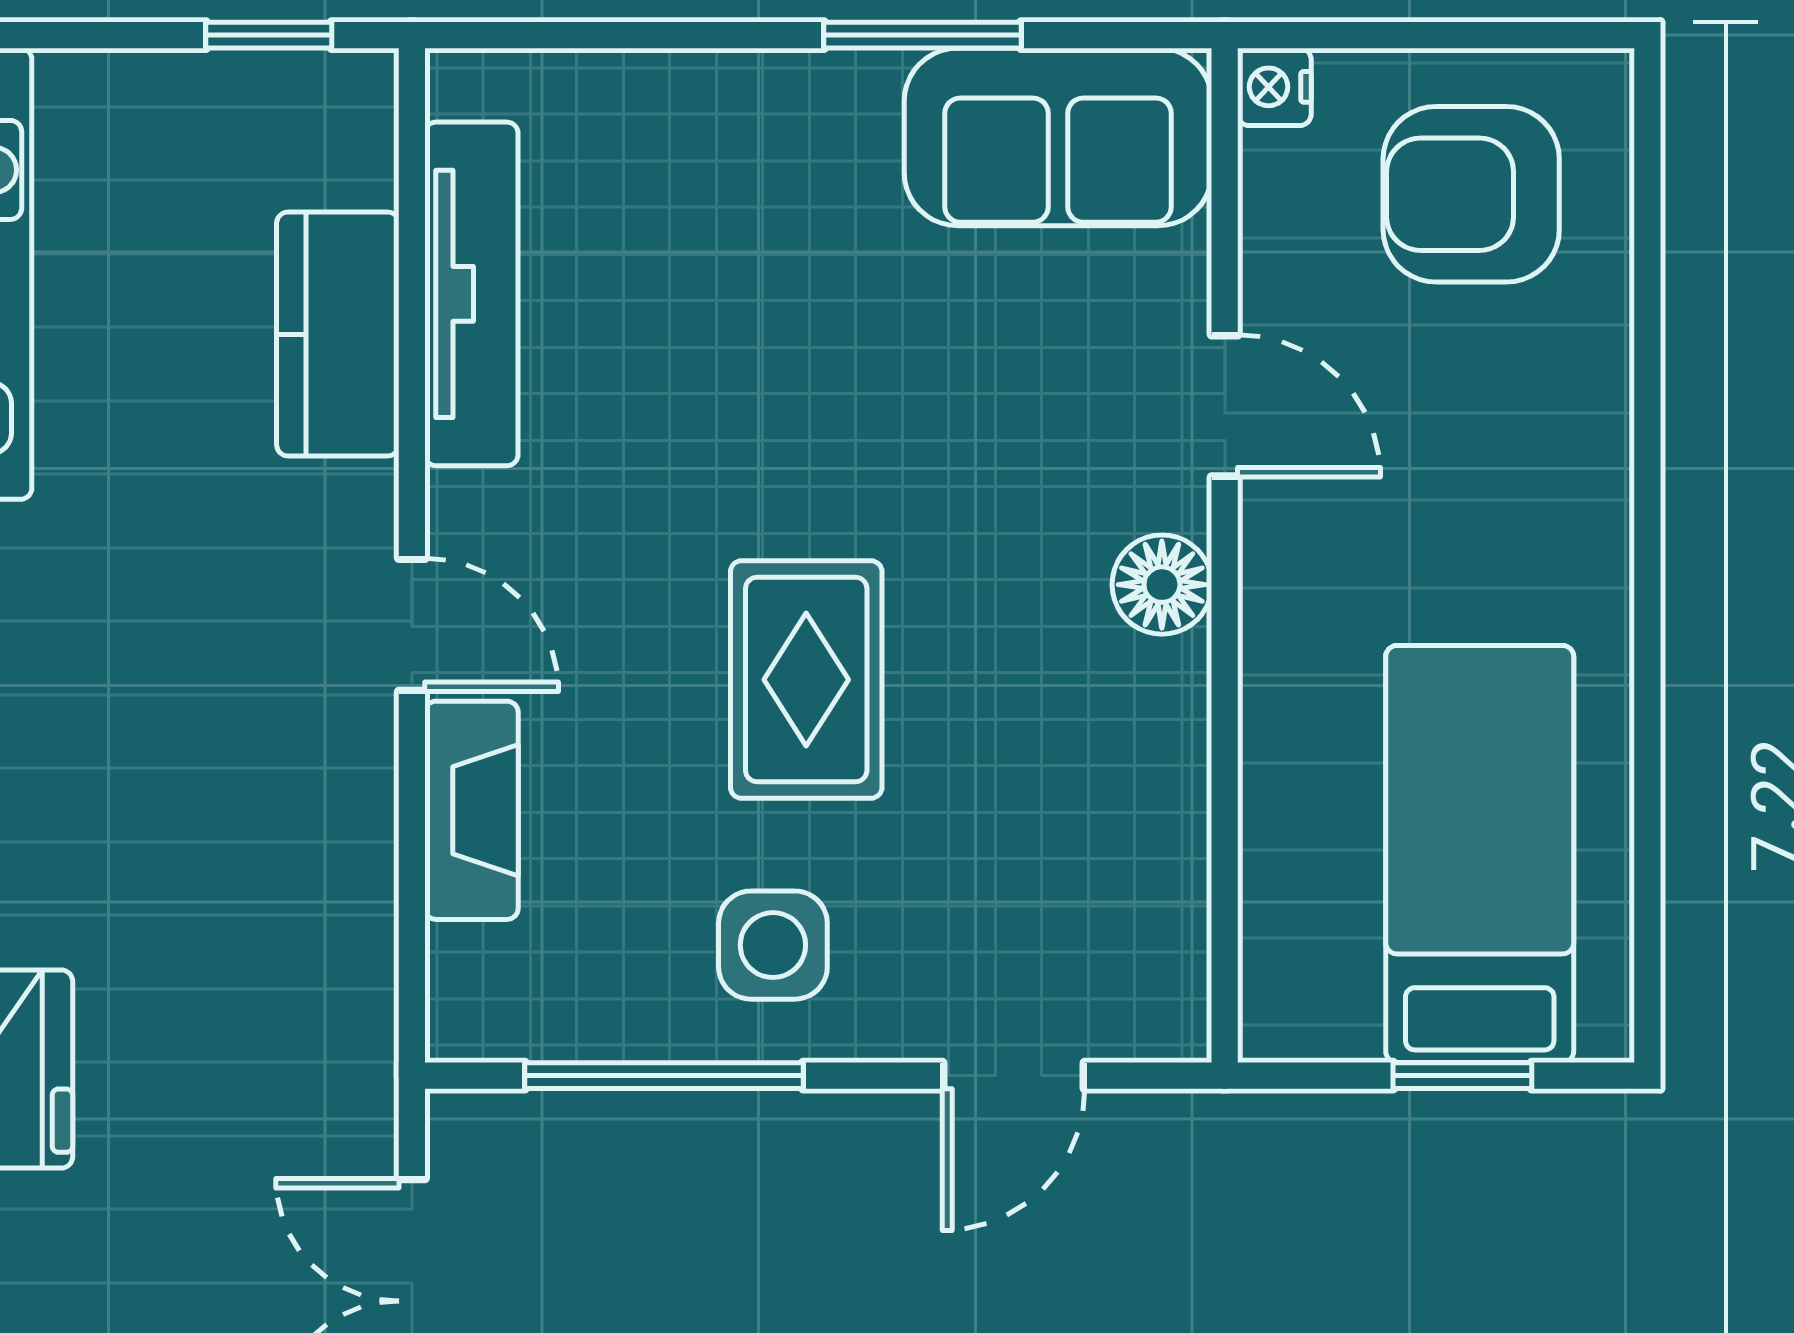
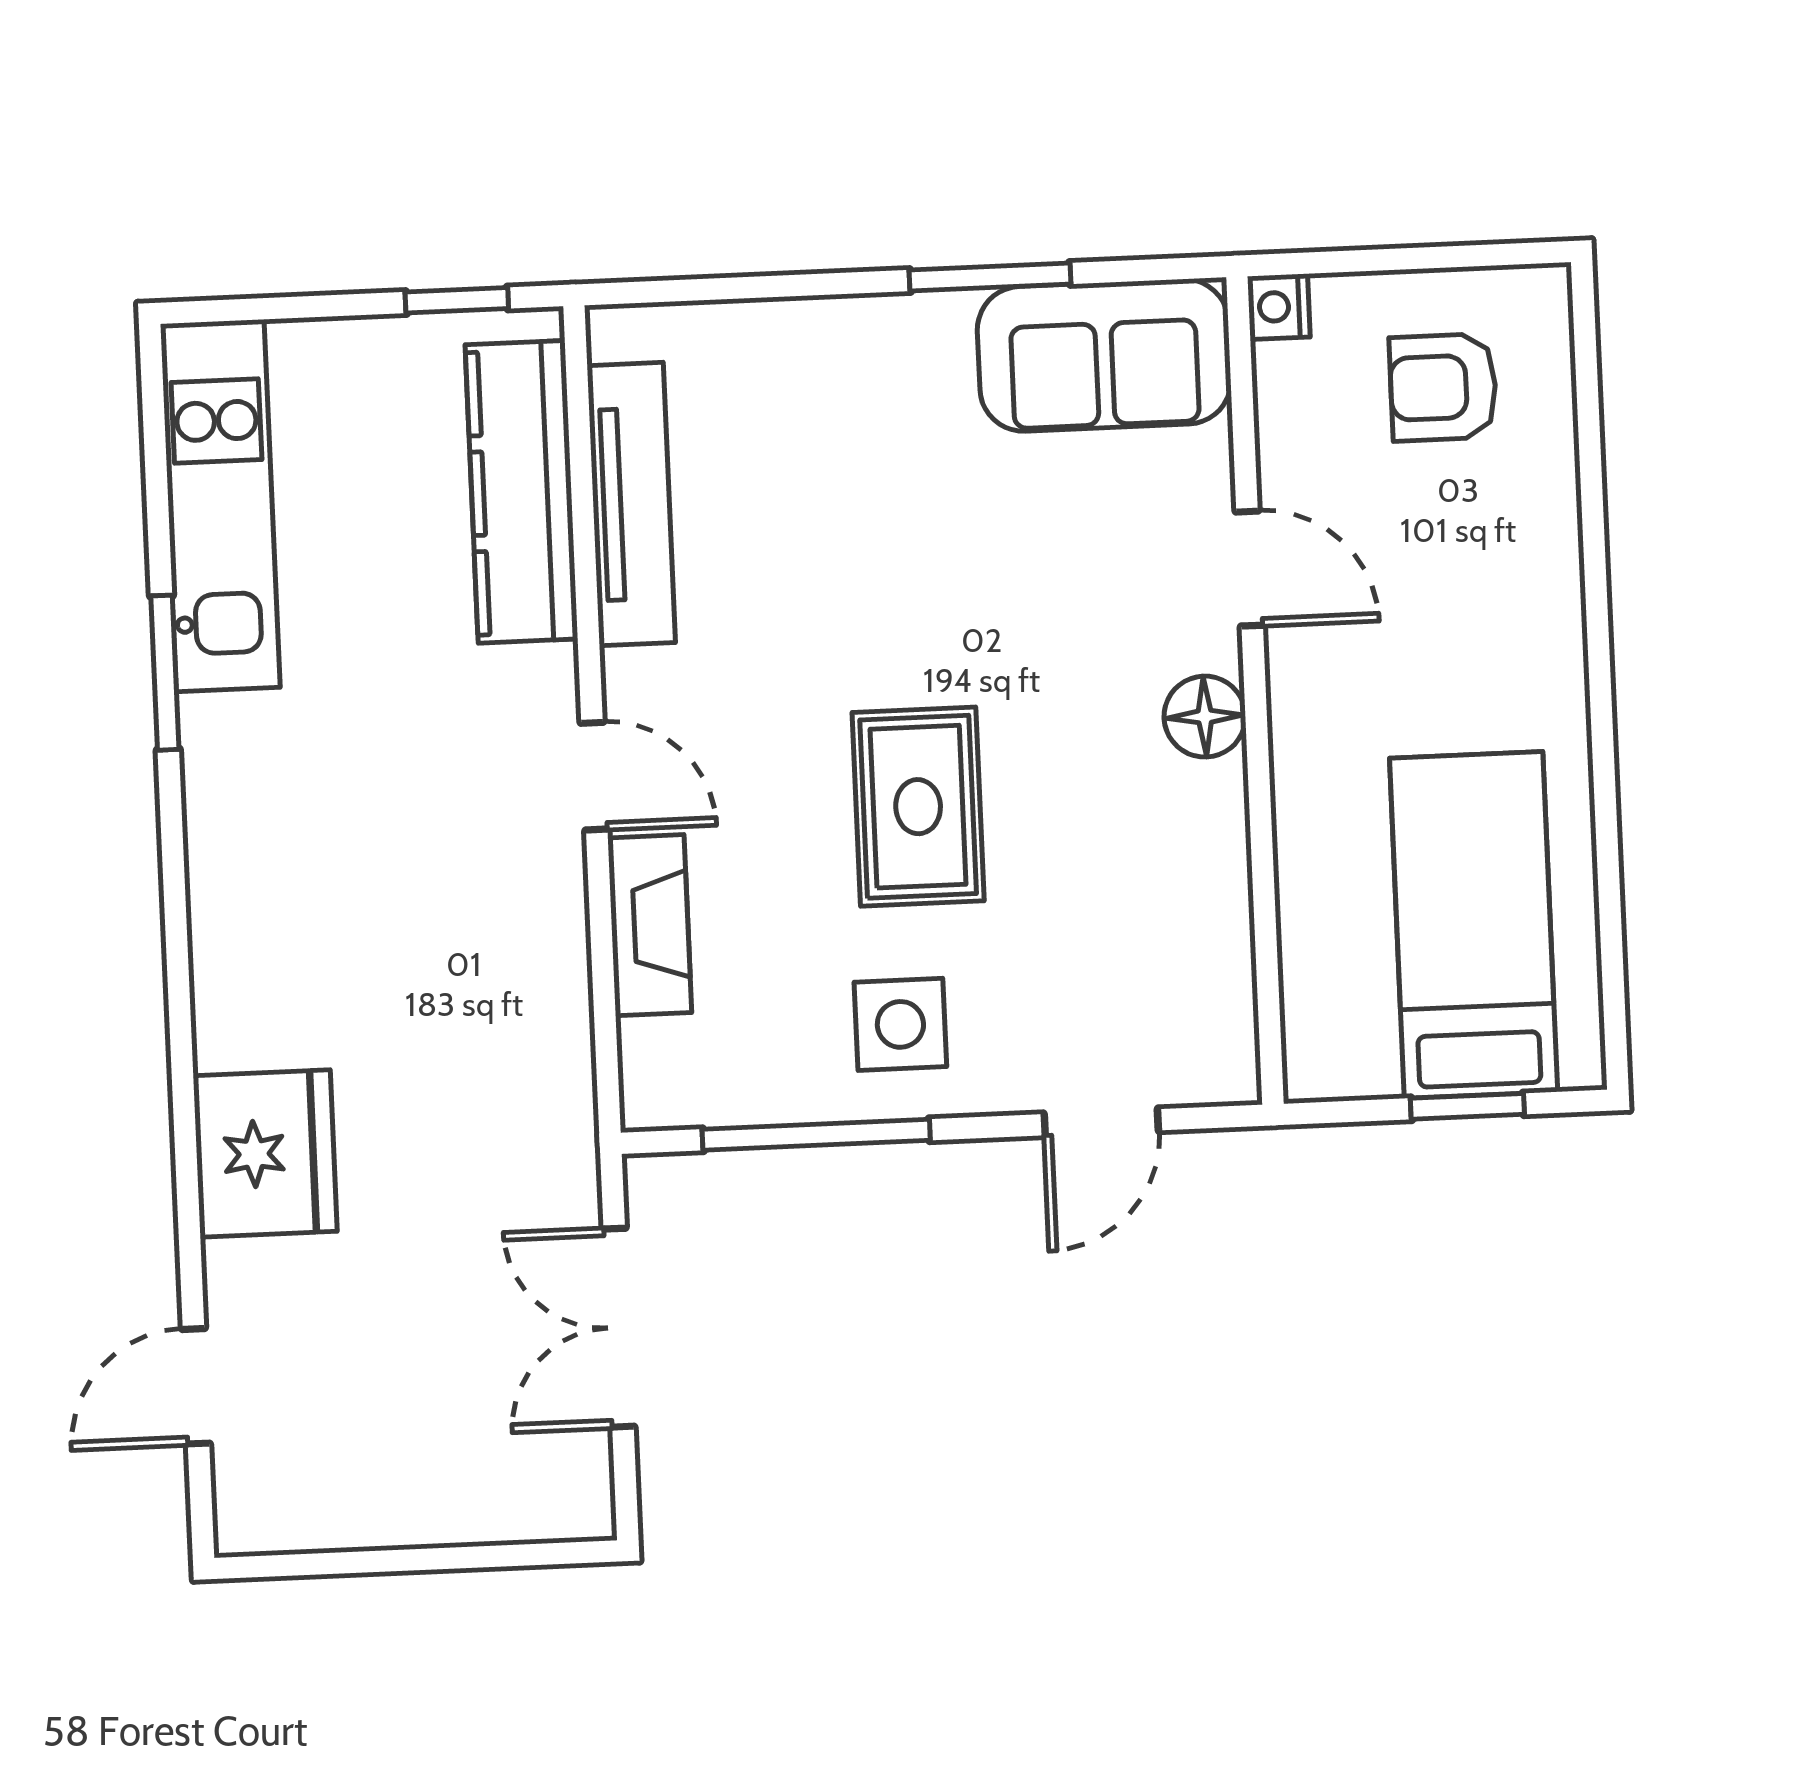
armchair: (1471, 194) -> (1443, 387), width x0.72, depth x0.72
kitchen counter: (338, 334) -> (522, 492), width x1.50

